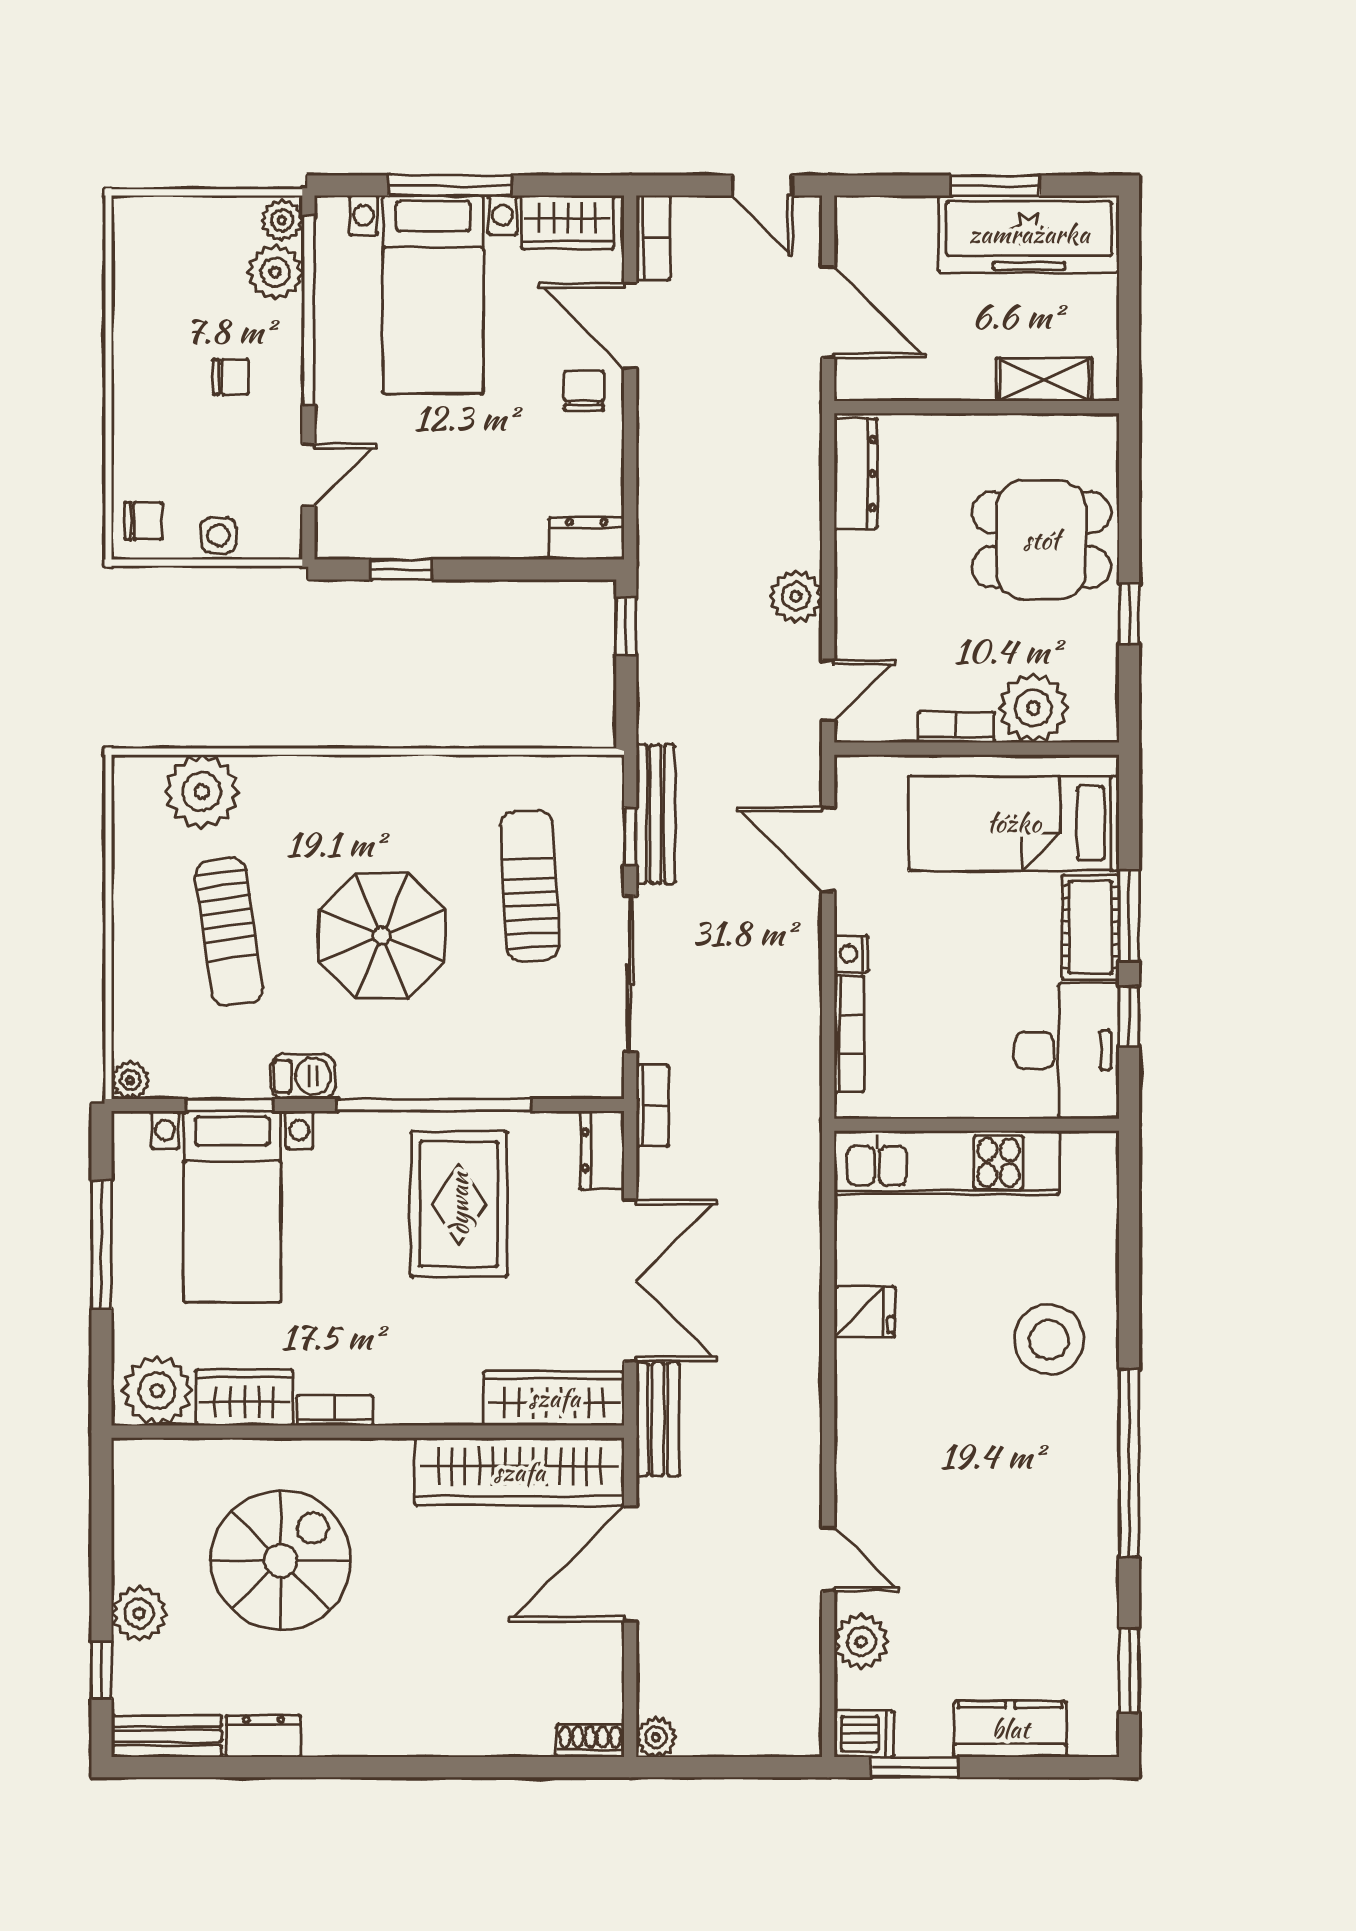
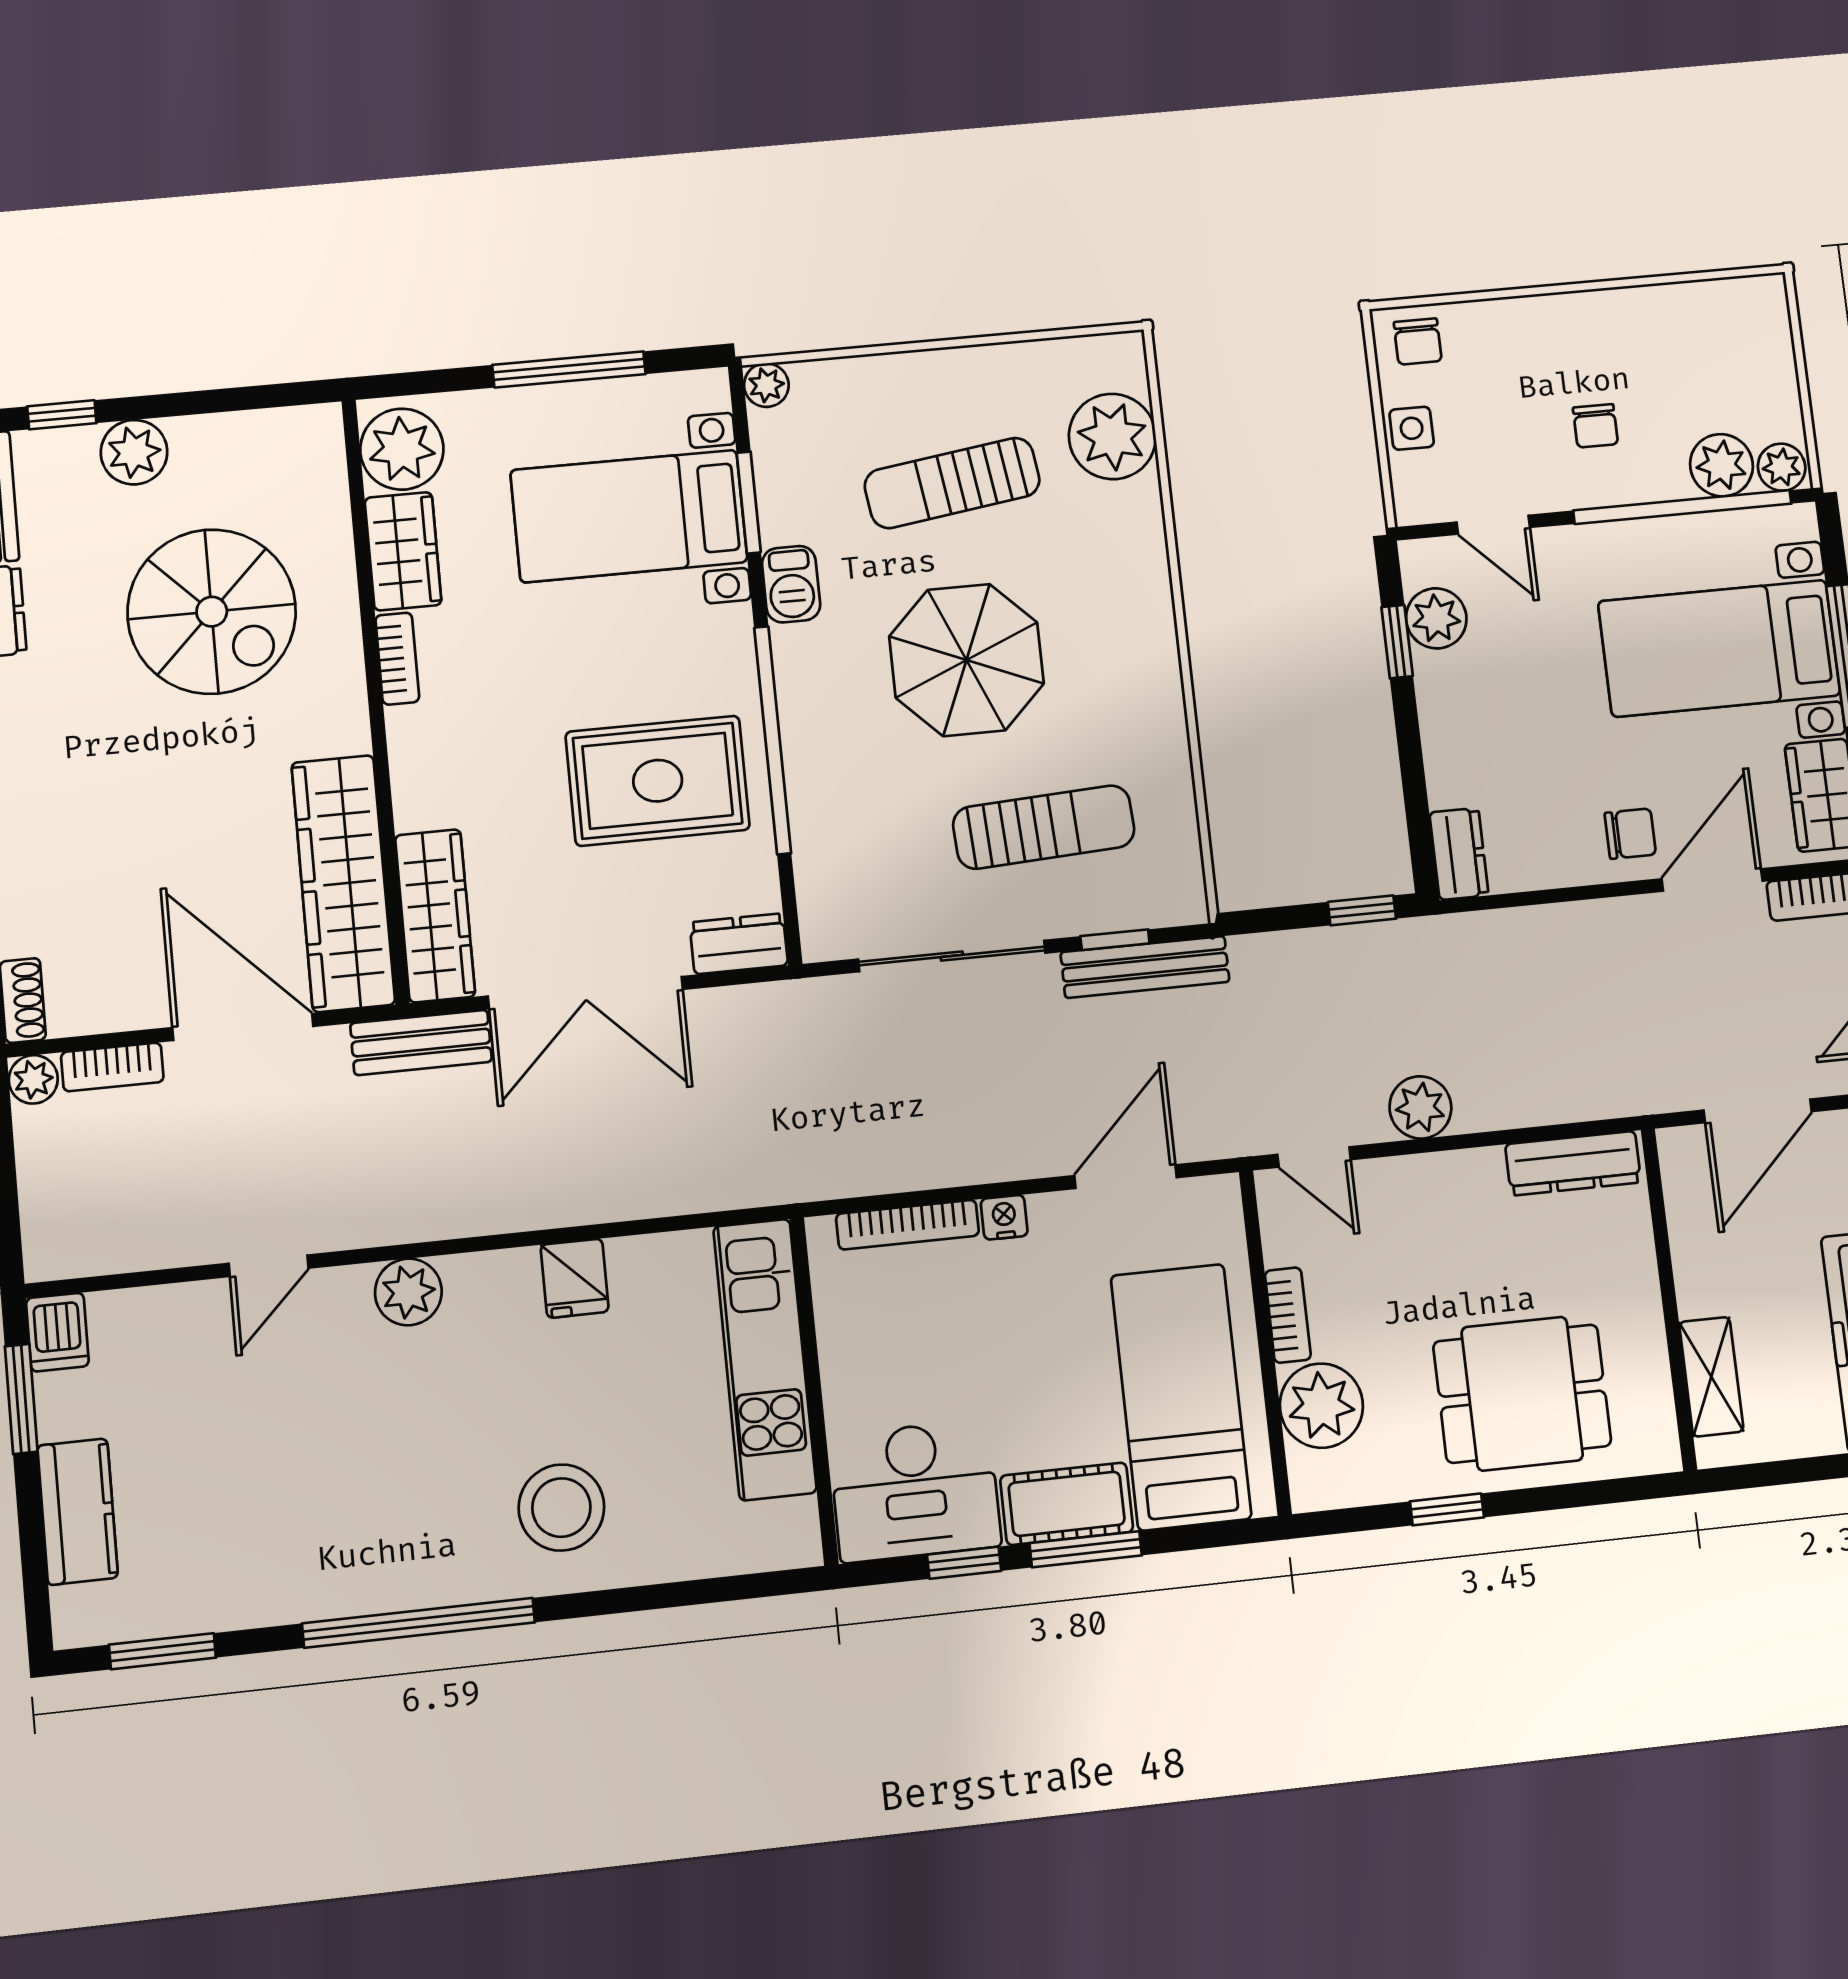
plant: (384, 534) -> (1436, 618), added
dining table: (1041, 540) -> (1522, 1394), turned 90
bookcase: (652, 1106) -> (112, 1067), moved
plant: (861, 1642) -> (408, 1292), moved

